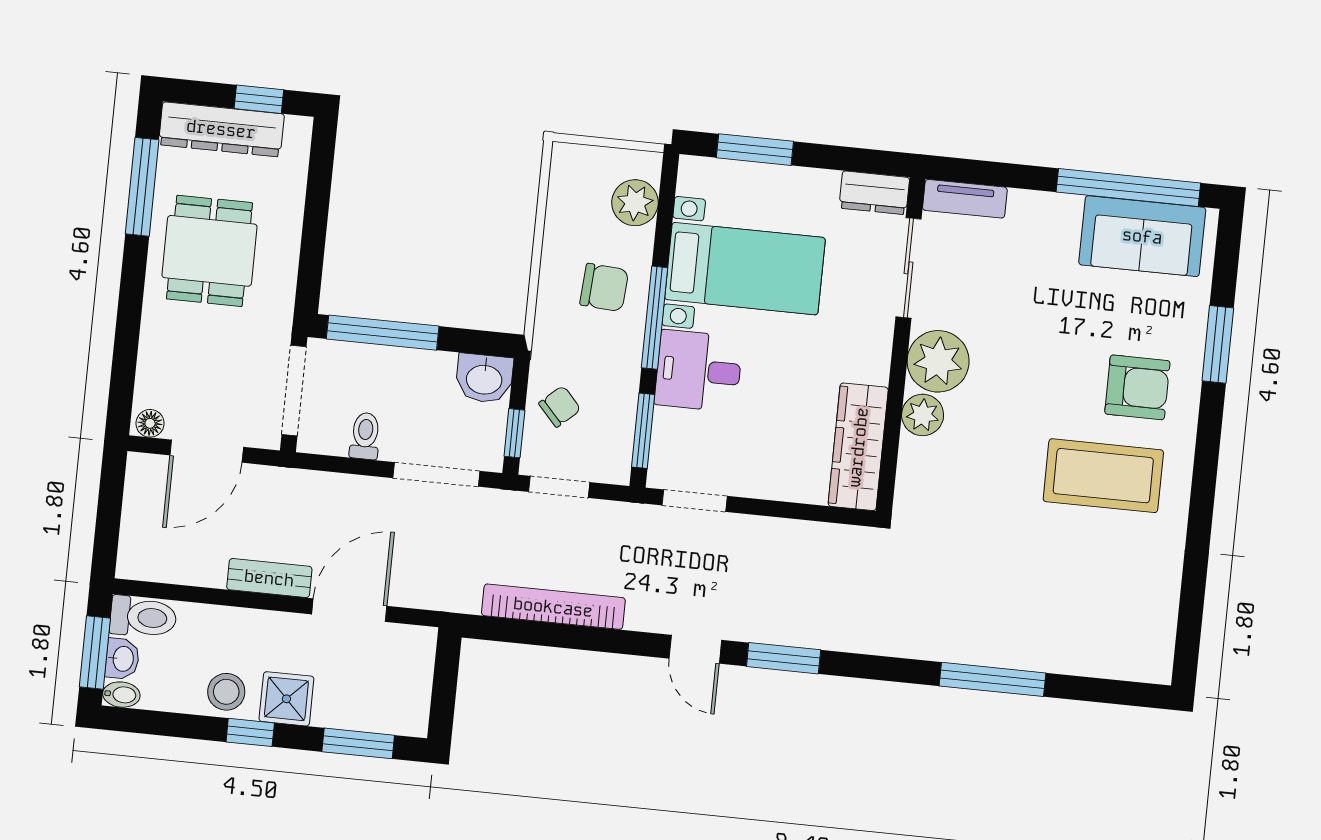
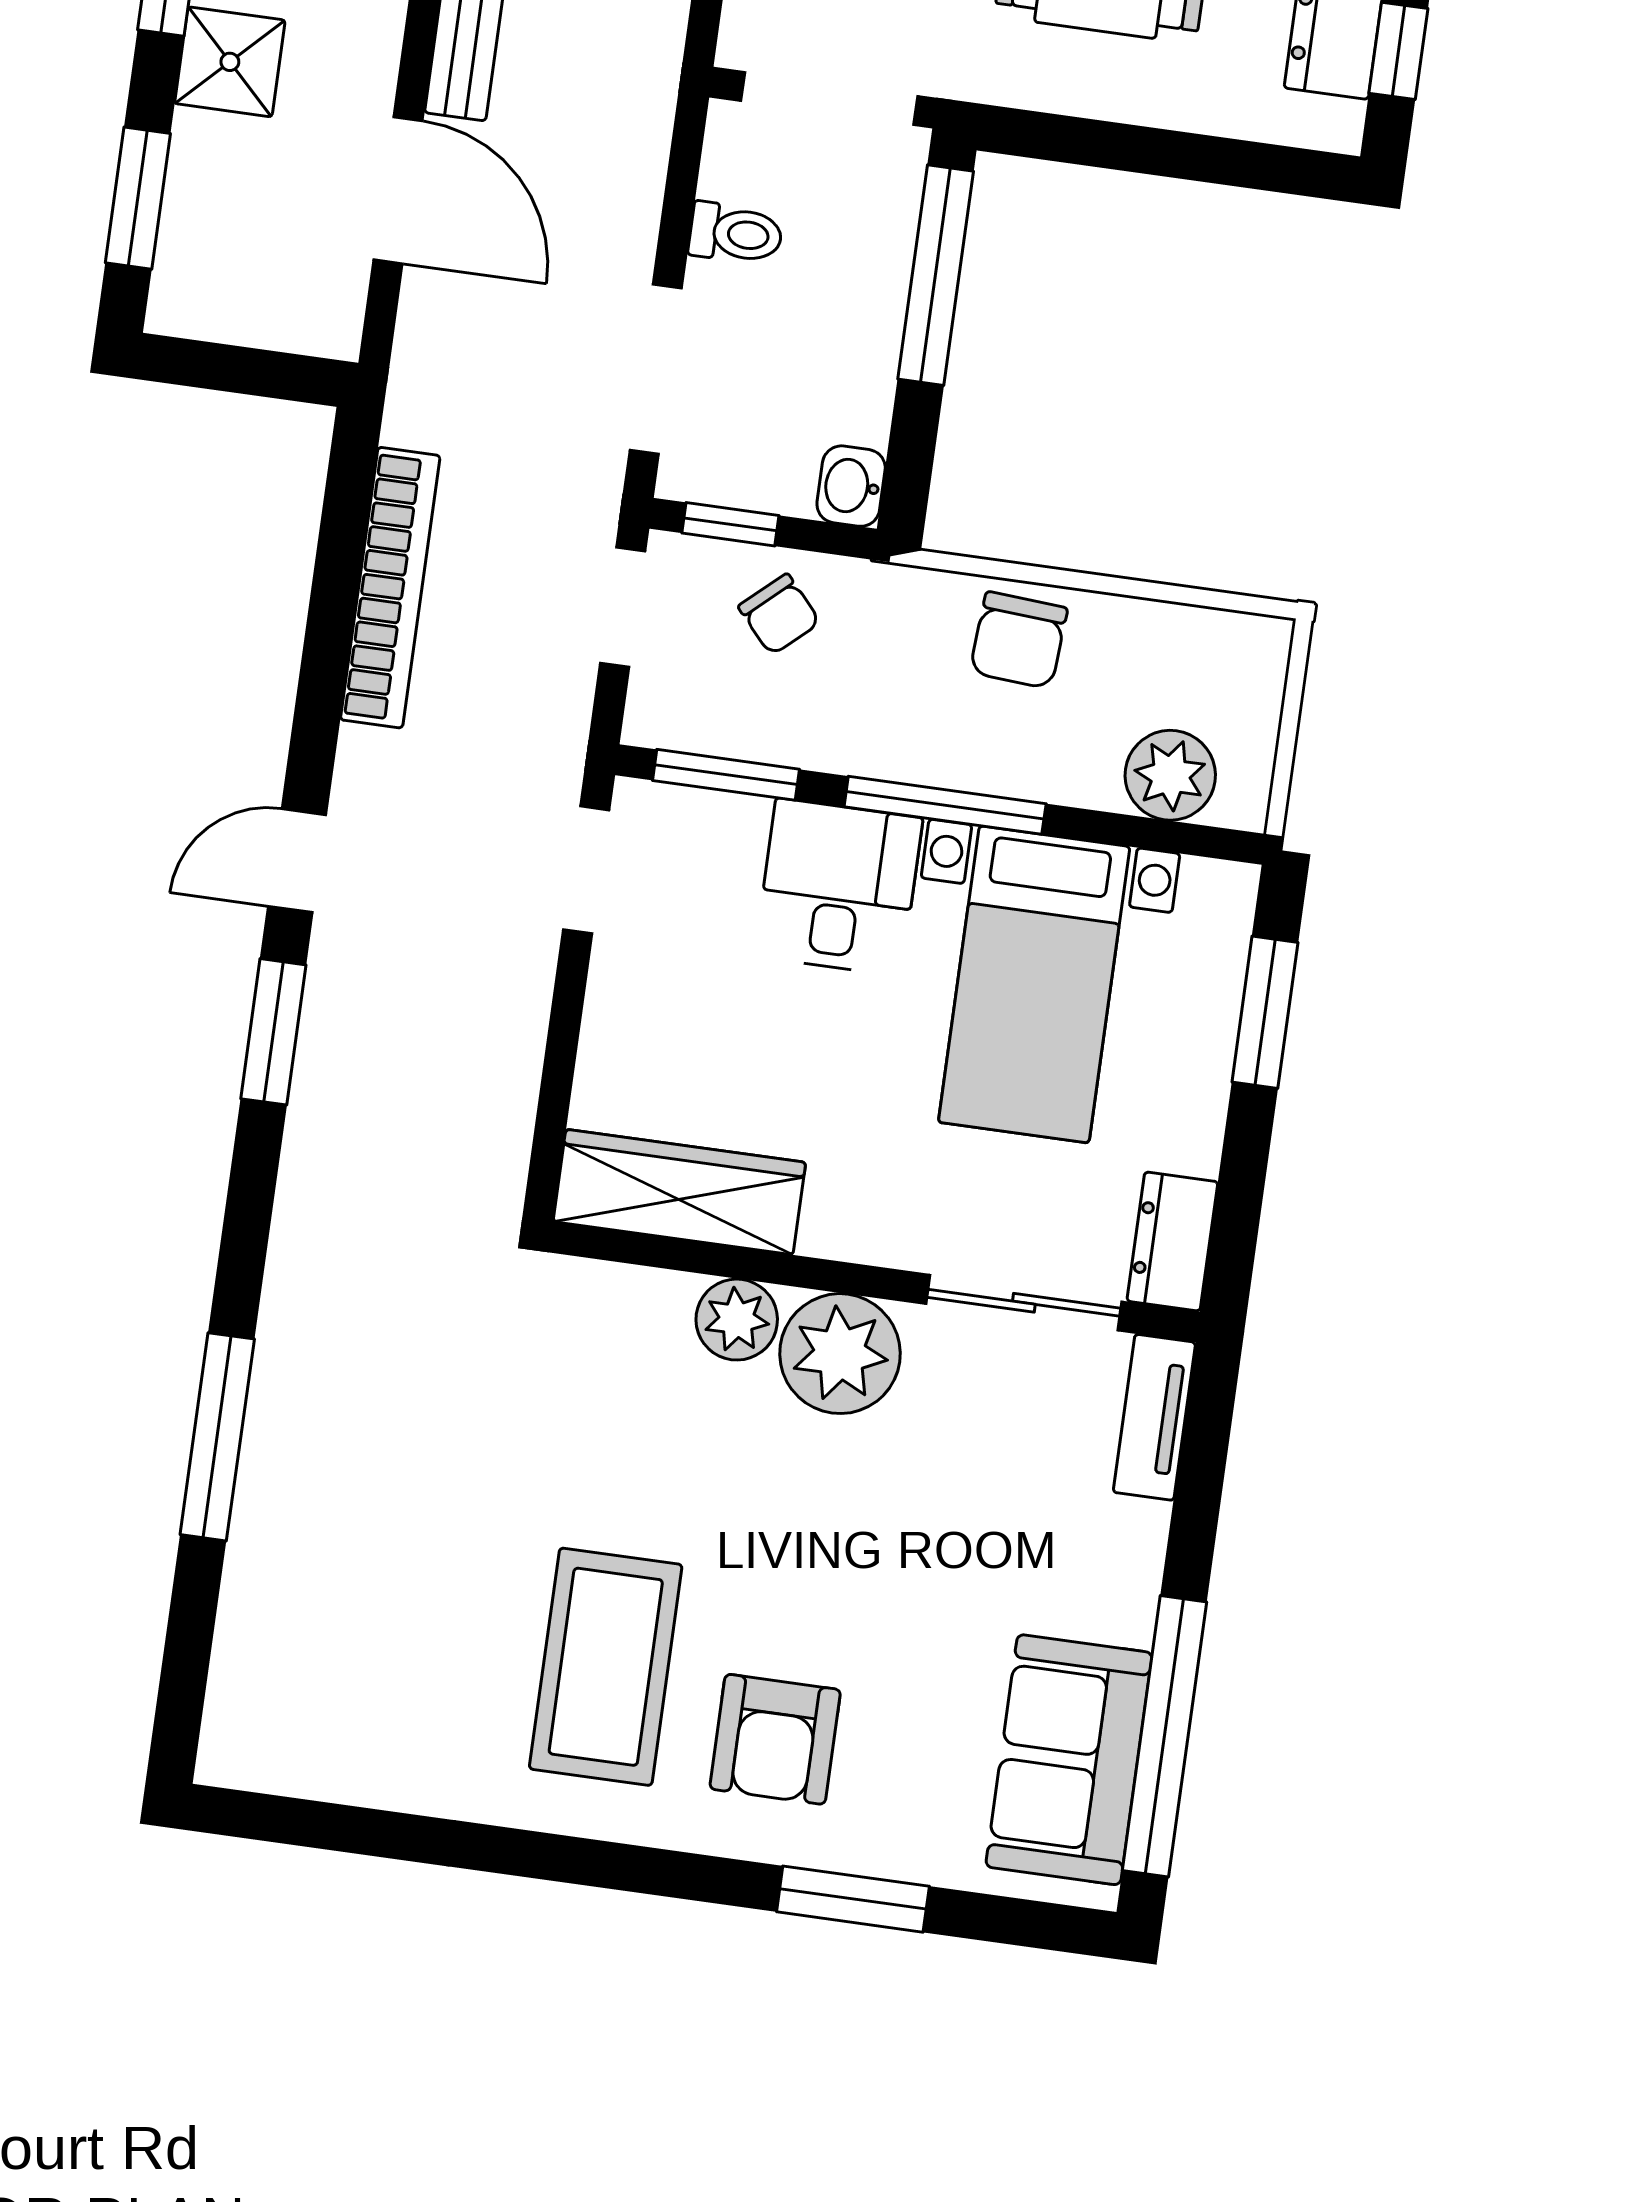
chair: (604, 287) -> (1019, 640), moved
washbasin: (484, 378) -> (851, 486), width x0.72, depth x0.69

